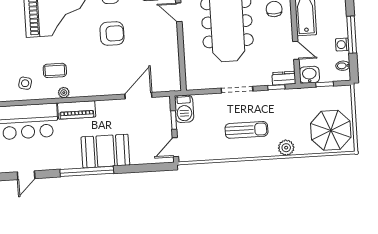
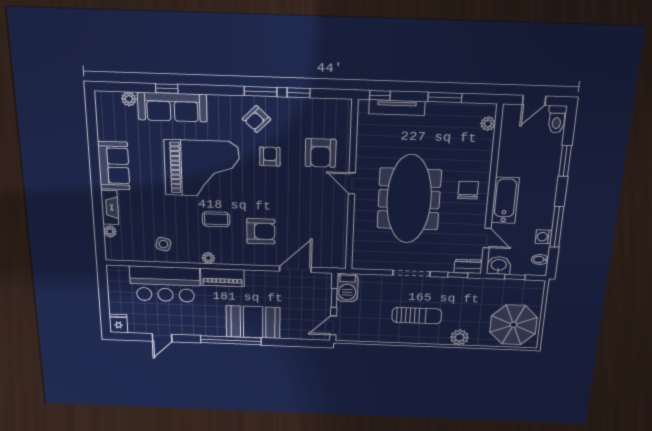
armchair: (112, 34) -> (261, 231), moved
coffee table: (55, 70) -> (216, 219), moved

